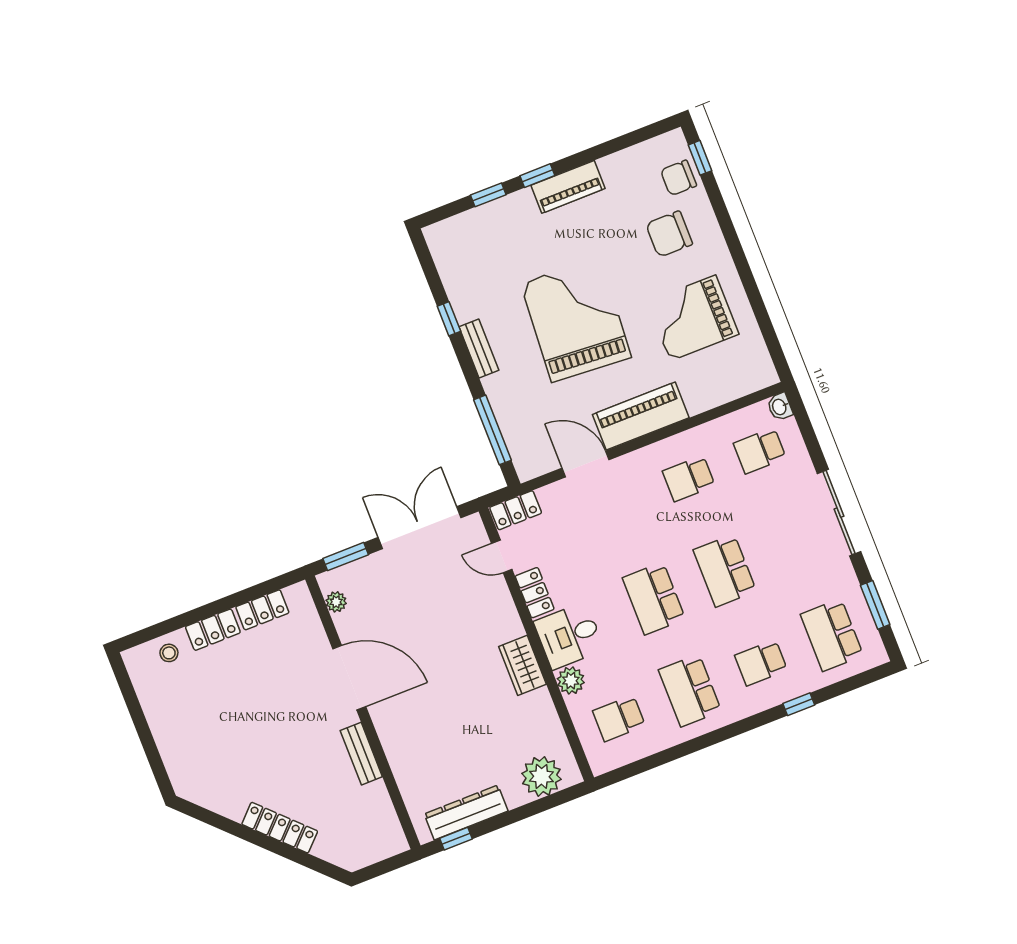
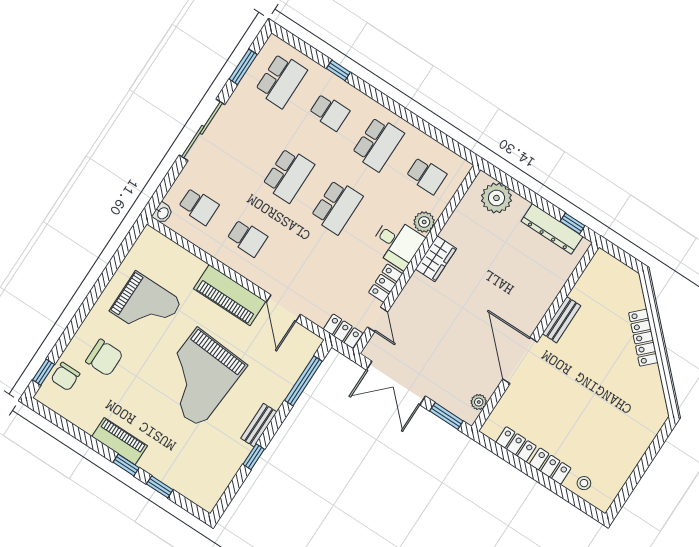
chair: (679, 178) -> (65, 377), turned 90

